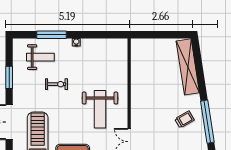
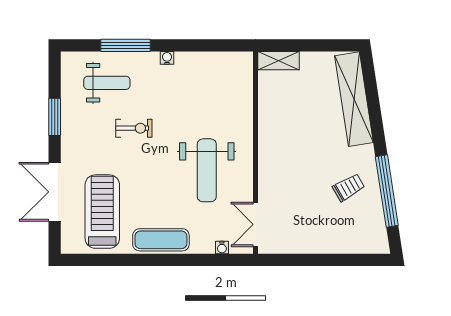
shelving: (143, 44) -> (279, 61), added

